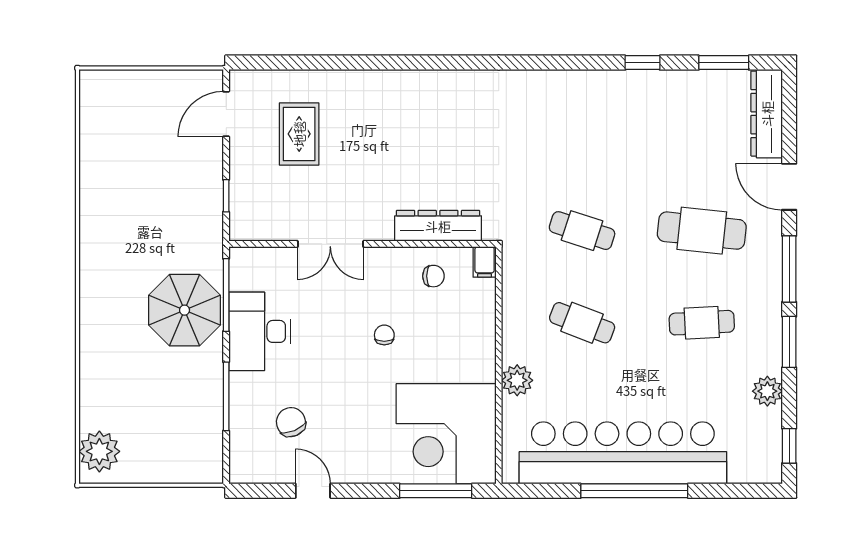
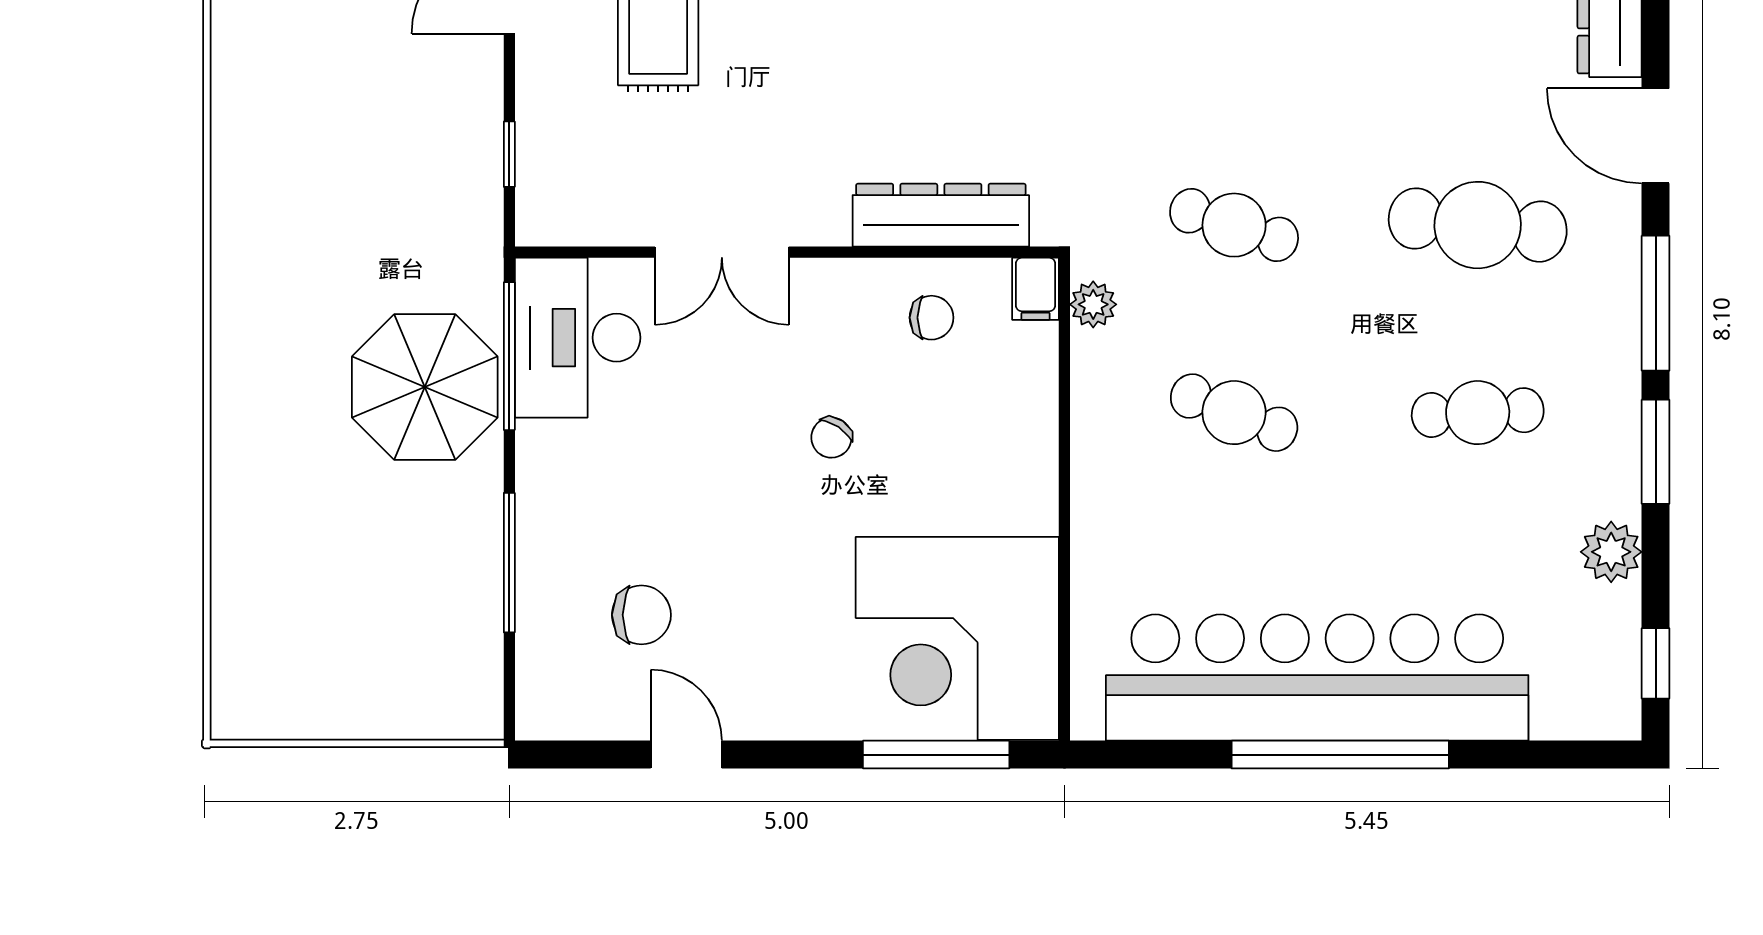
desk: (260, 331) -> (578, 338), moved
chair: (384, 335) -> (831, 438), turned -146
plant: (517, 380) -> (1093, 304), moved, width x0.73, depth x0.73
chair: (291, 422) -> (641, 615), turned 113
plant: (99, 451) -> (251, 675), removed

